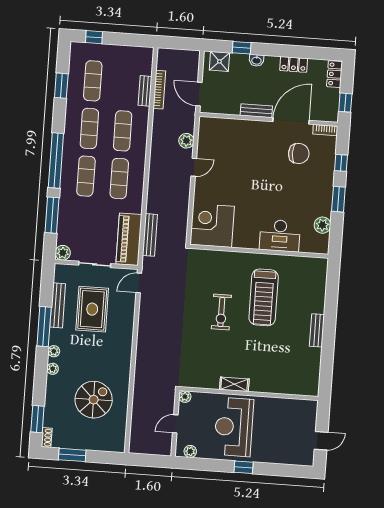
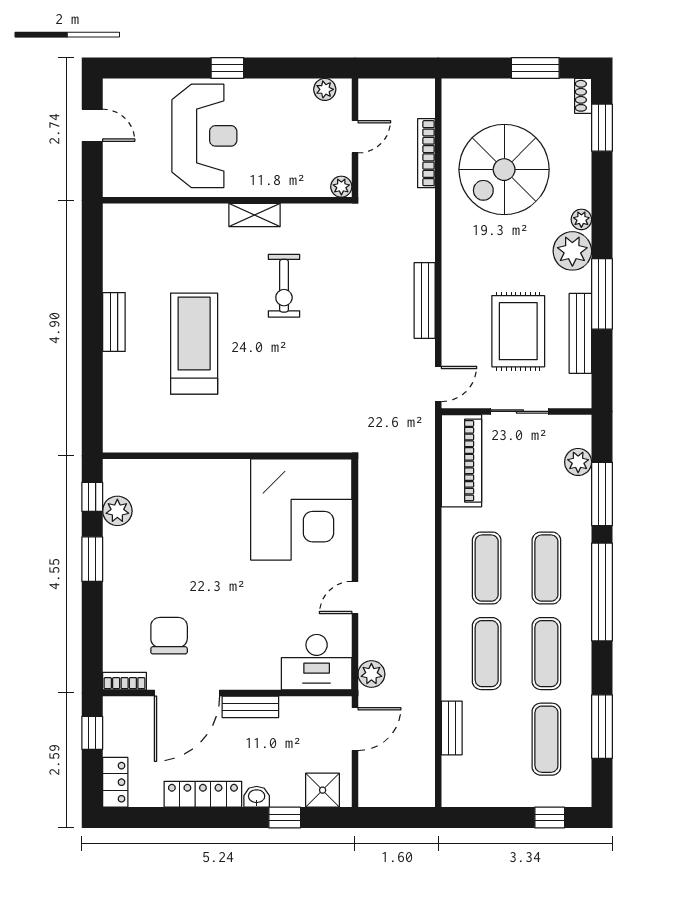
locker: (294, 64) -> (203, 794), width x1.53
window: (61, 86) -> (602, 727), width x1.44
bookcase: (159, 90) -> (426, 153), moved
door: (199, 94) -> (355, 729), hinge flipped
plant: (186, 141) -> (371, 674), moved
chair: (299, 154) -> (169, 636), turned 90
window: (341, 163) -> (92, 497), moved
corner desk: (212, 225) -> (301, 509), width x1.36, depth x1.36
bench: (150, 235) -> (425, 301), moved
desk: (280, 236) -> (317, 662), moved, turned 180
plant: (63, 253) -> (578, 462), moved
treadmill: (264, 297) -> (194, 344), moved
exercise bike: (221, 312) -> (284, 286), moved, turned 180
plant: (54, 351) -> (572, 251), width x1.87, depth x1.87
spiral stairs: (94, 400) -> (504, 170), width x1.37, depth x1.37
reception desk: (234, 427) -> (204, 136), moved
door: (321, 441) -> (92, 125), swing flipped

